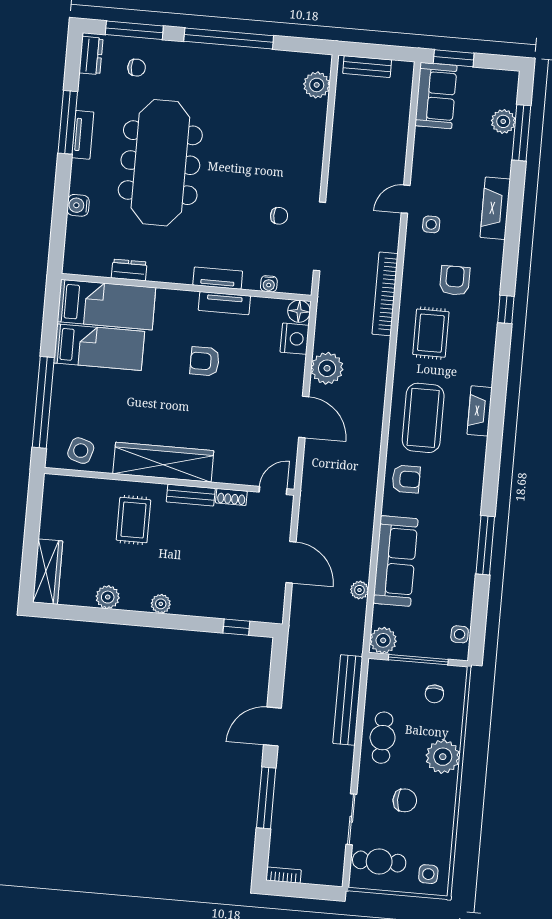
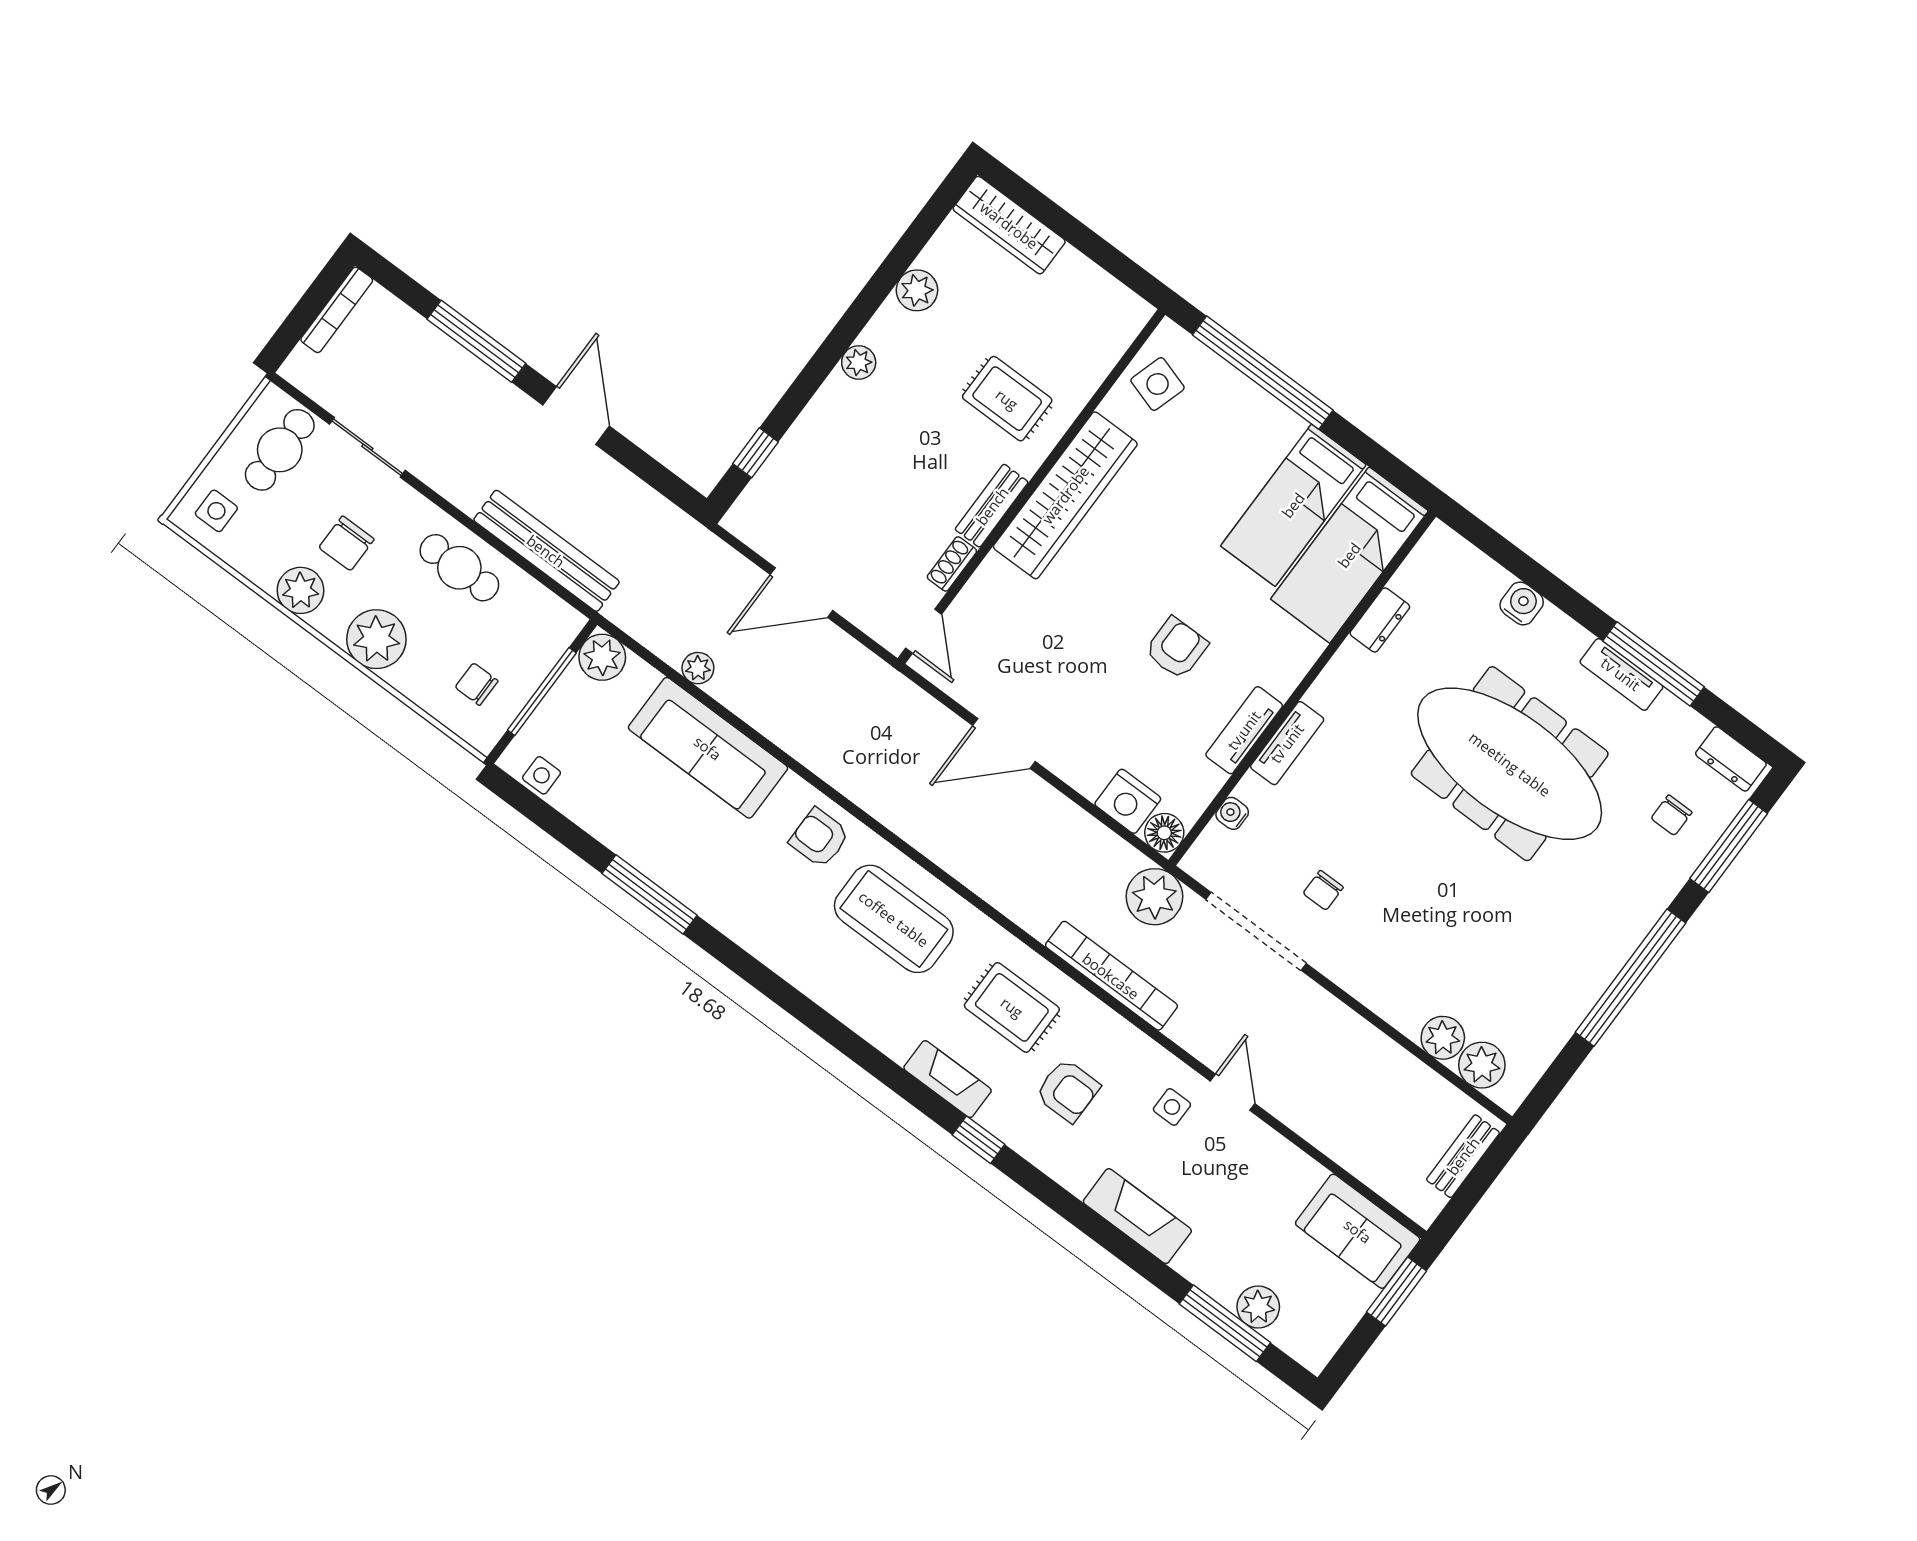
plant: (315, 112) -> (1443, 1038), added
plant: (327, 368) -> (1154, 897), moved
fireplace: (480, 411) -> (948, 1079), moved
armchair: (406, 479) -> (819, 838), turned 90
plant: (442, 809) -> (300, 590), added
bookcase: (284, 875) -> (337, 310), width x1.56

